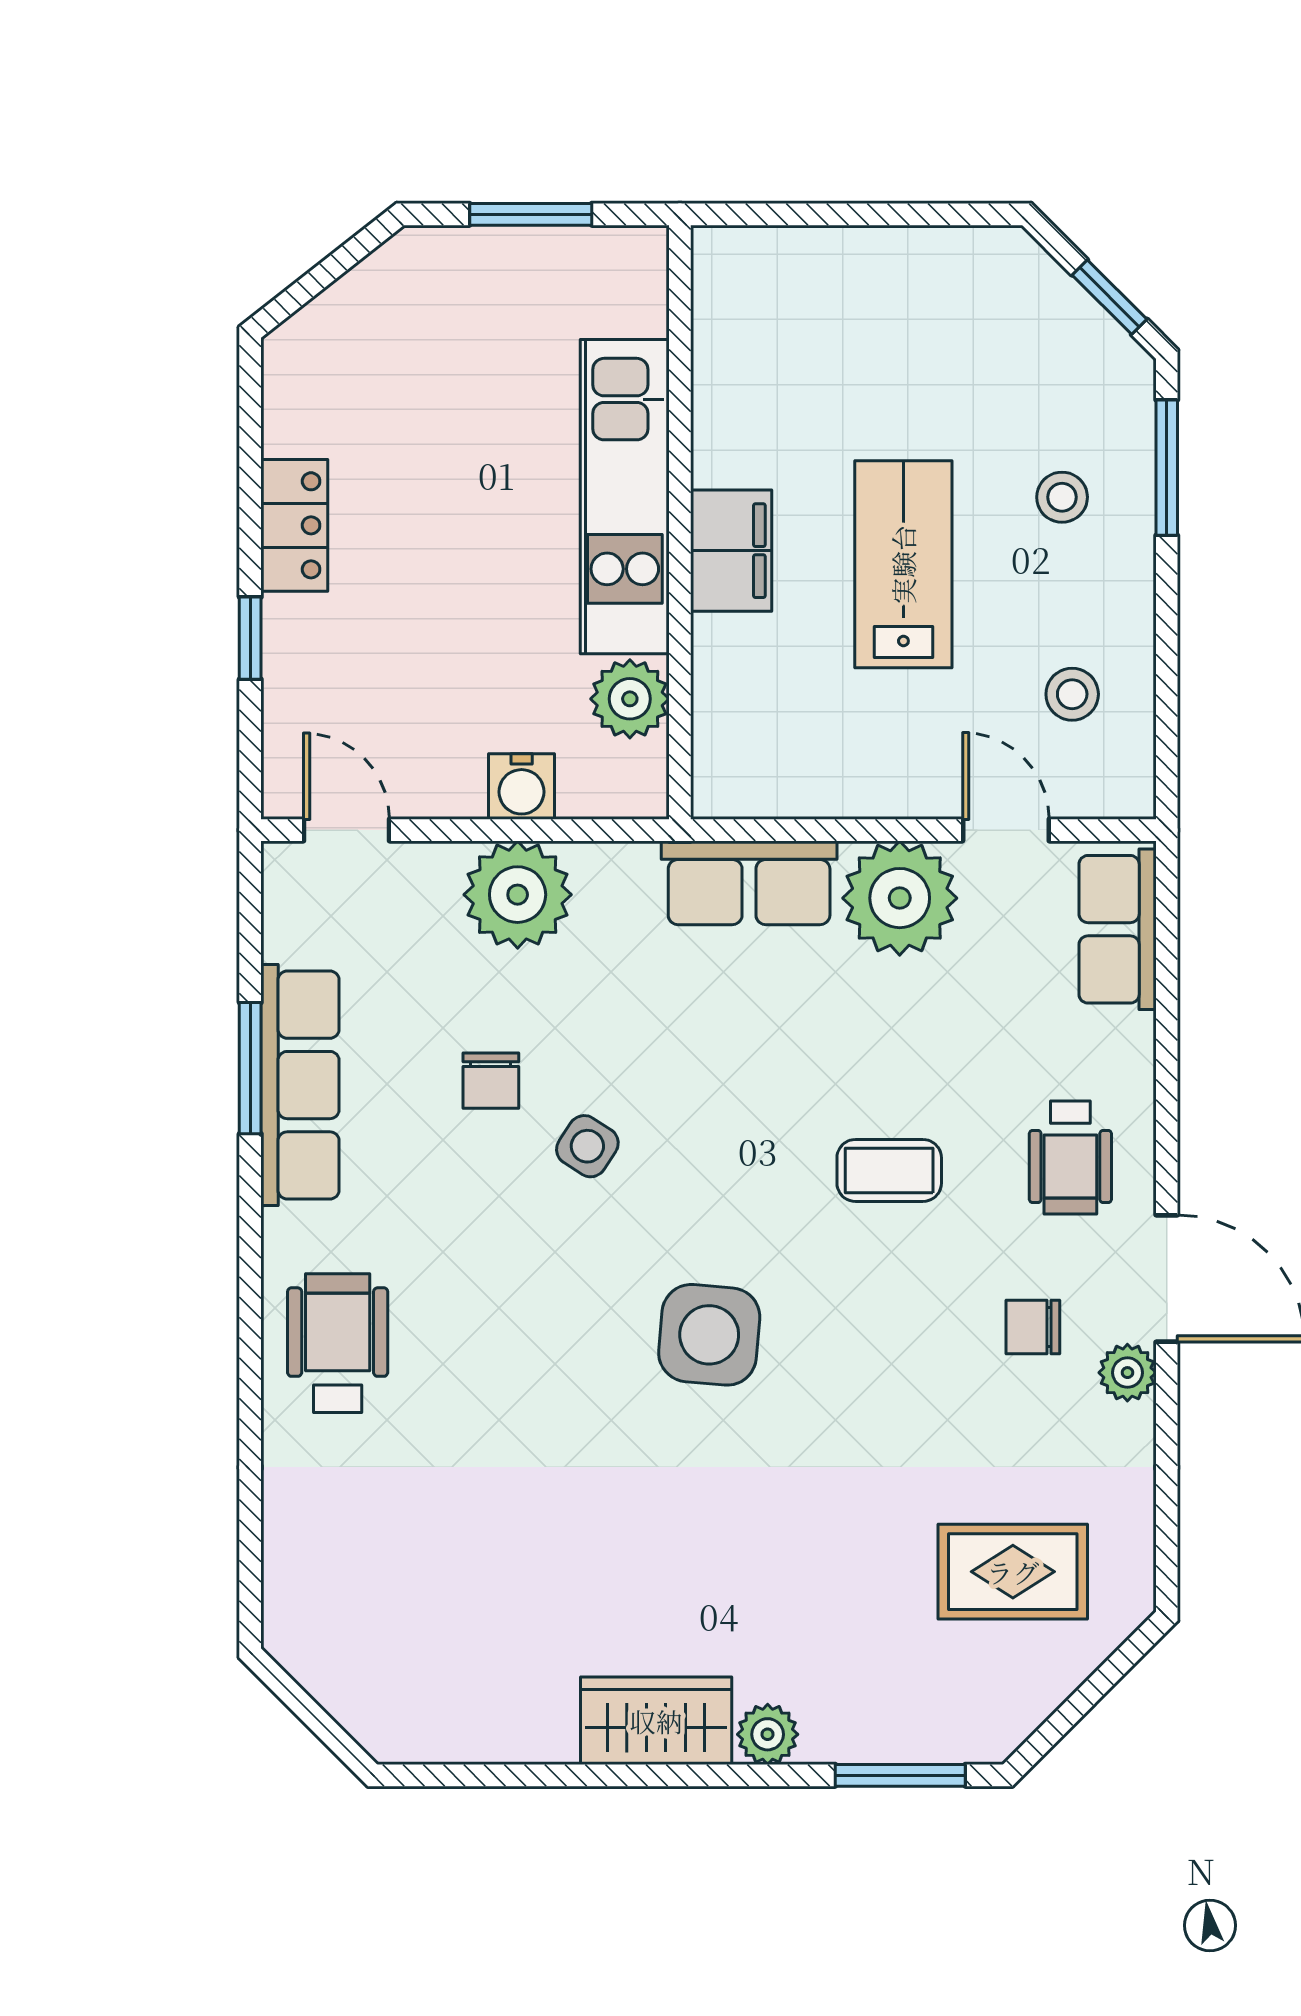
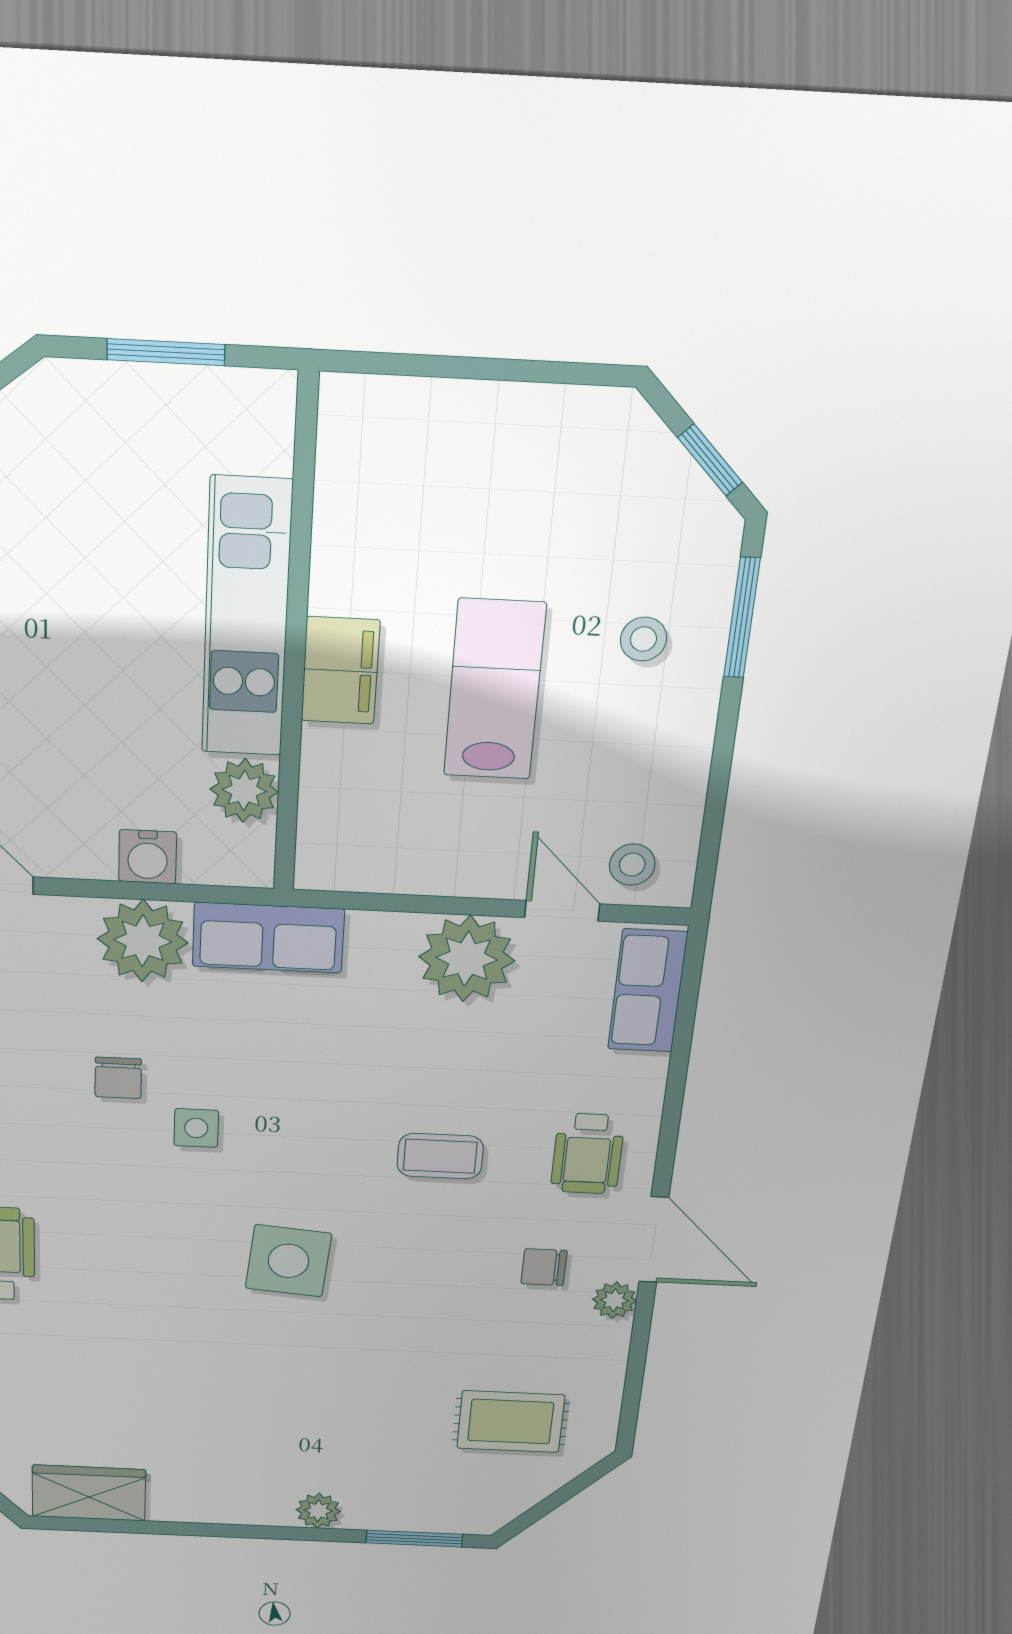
stool: (1072, 694) -> (632, 865), moved
row of seats: (749, 883) -> (268, 938), moved
side table: (587, 1146) -> (196, 1128), turned -33
wardrobe: (656, 1721) -> (89, 1493), moved

